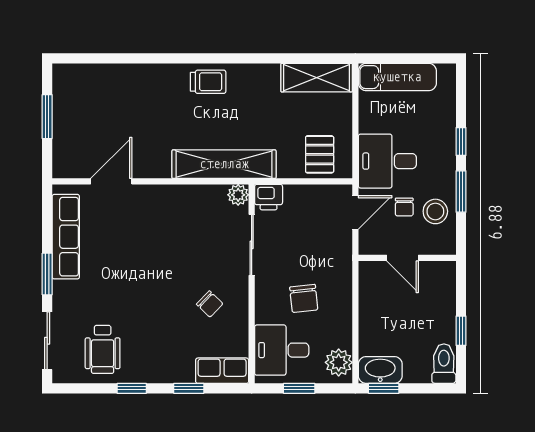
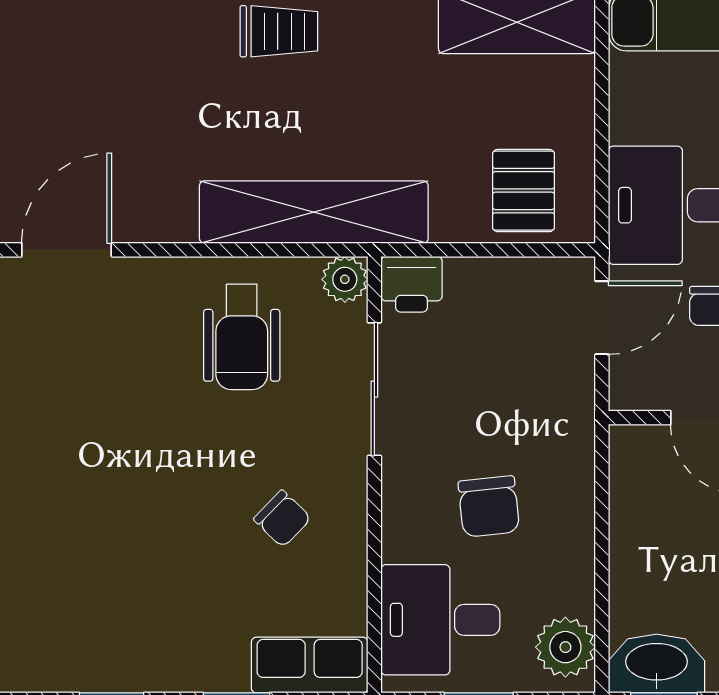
wheelchair: (103, 349) -> (242, 337), moved

